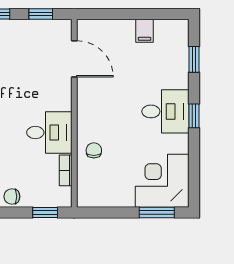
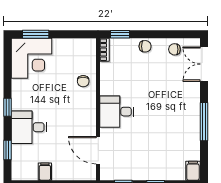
desk: (165, 111) -> (29, 127), moved
desk: (49, 133) -> (117, 112), moved
bookcase: (66, 170) -> (105, 50), moved

